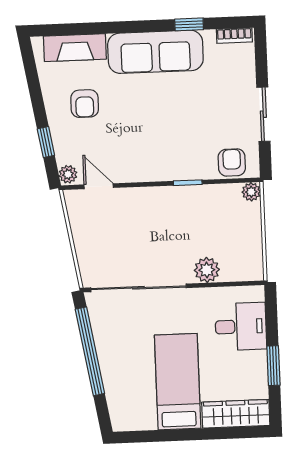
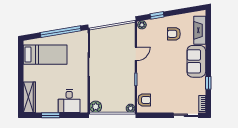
sofa: (155, 52) -> (196, 61), width x0.73
sliding door: (263, 114) -> (186, 115), moved
door: (99, 186) -> (136, 54), moved
plant: (207, 270) -> (96, 107), moved
bed: (178, 382) -> (45, 55), moved

